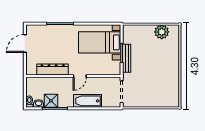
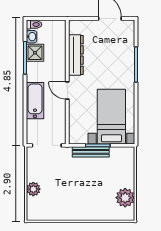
plant: (155, 102) -> (33, 189), added

